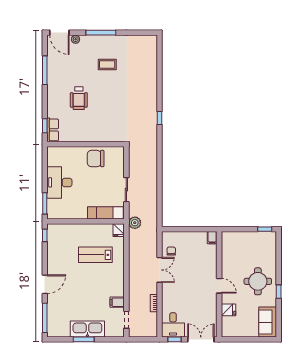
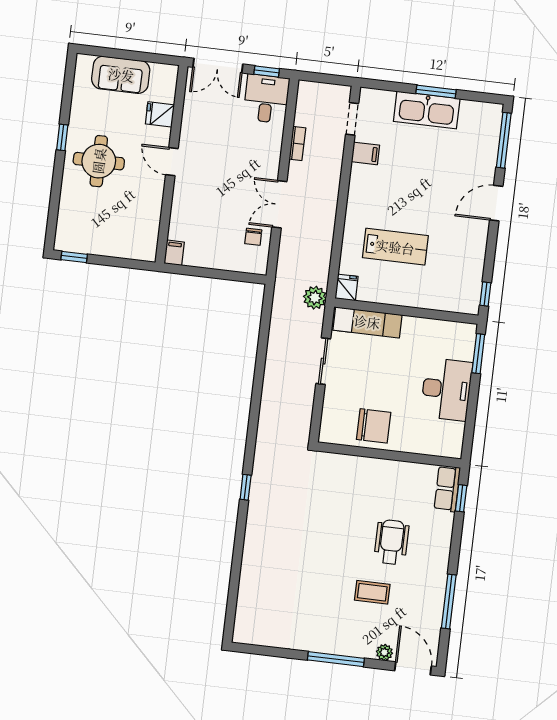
coffee table: (107, 65) -> (372, 592), moved
sofa: (268, 322) -> (121, 75), moved, turned 90

